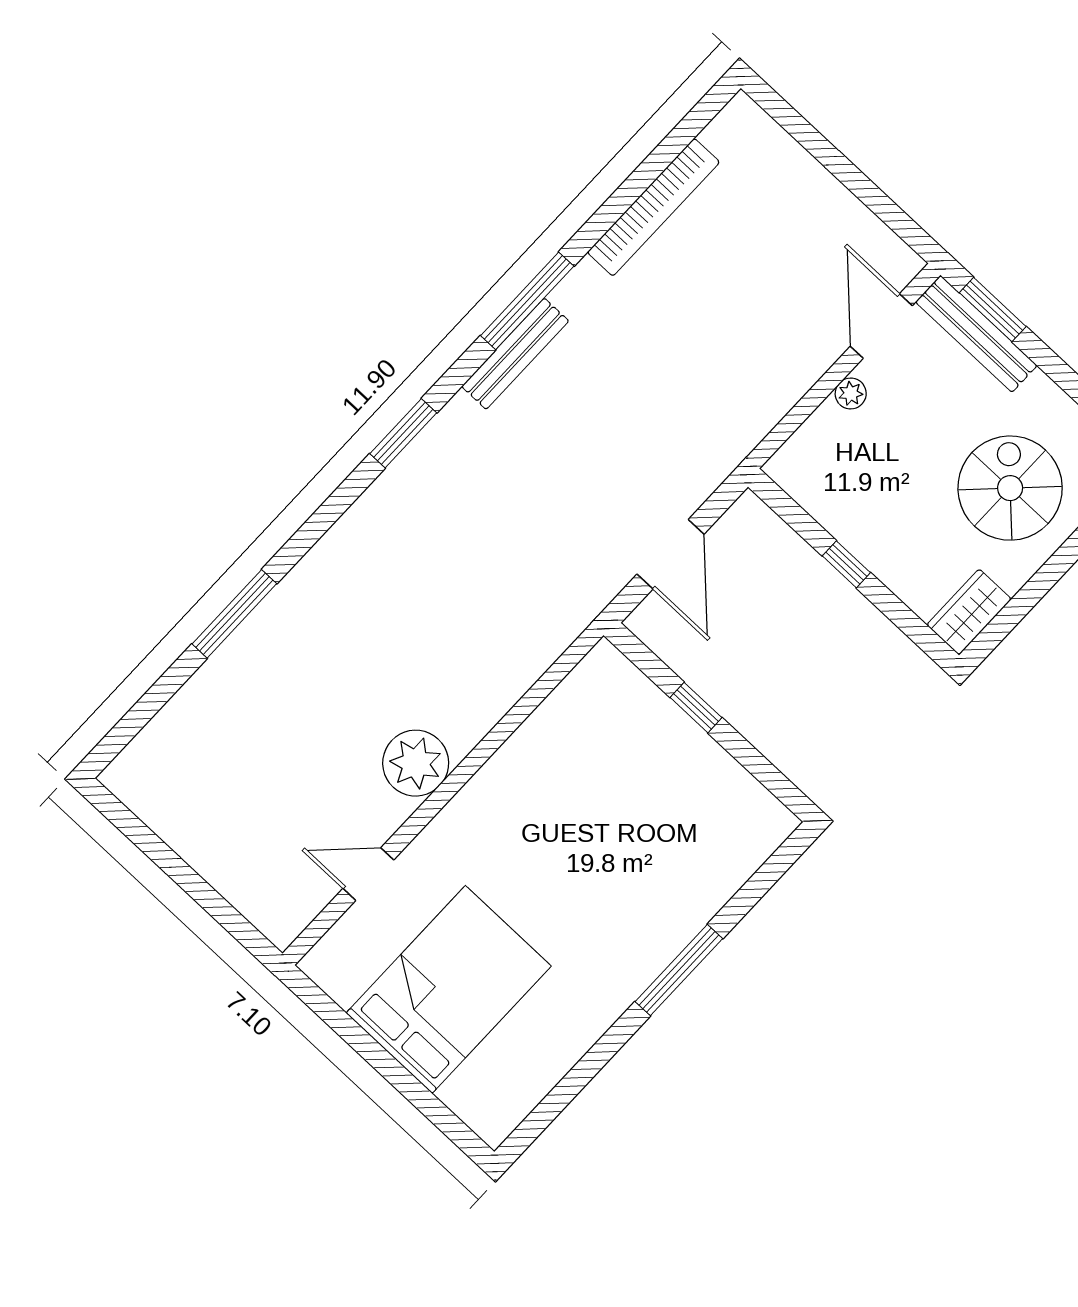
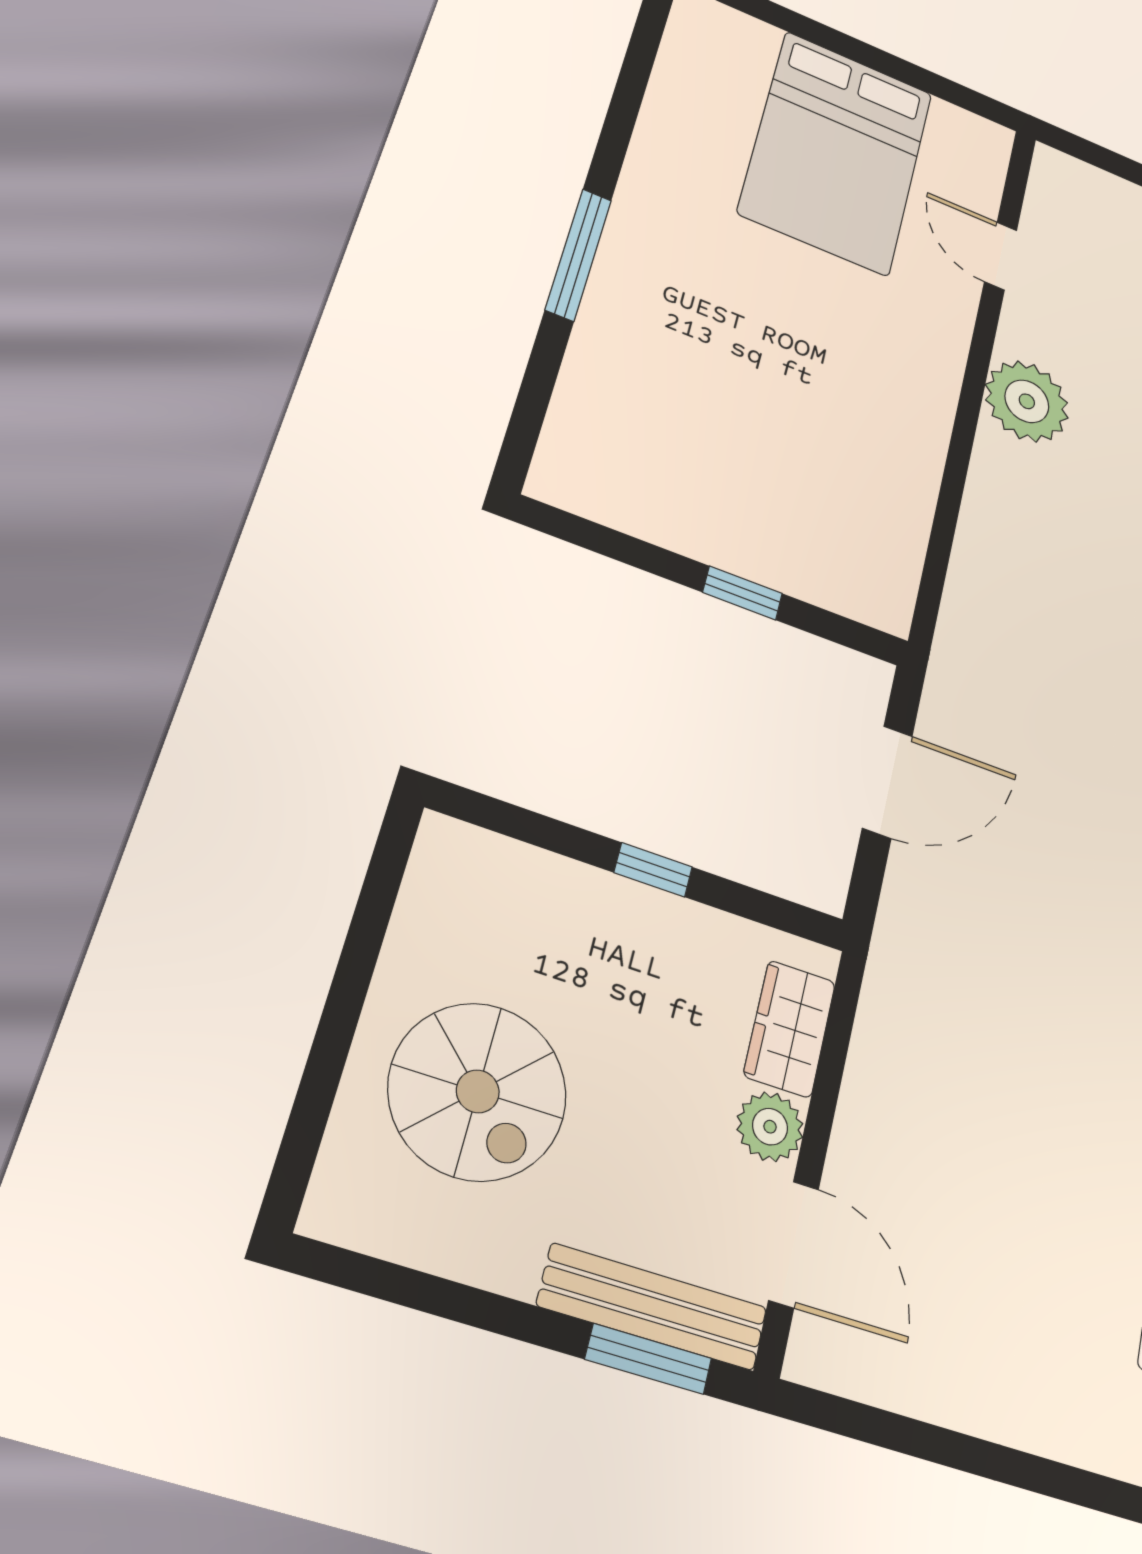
plant: (851, 394) -> (770, 1127), width x1.38, depth x1.38
door: (671, 554) -> (887, 782), swing flipped
wardrobe: (969, 612) -> (790, 1029), moved, turned 180
door: (368, 874) -> (1001, 256), swing flipped

